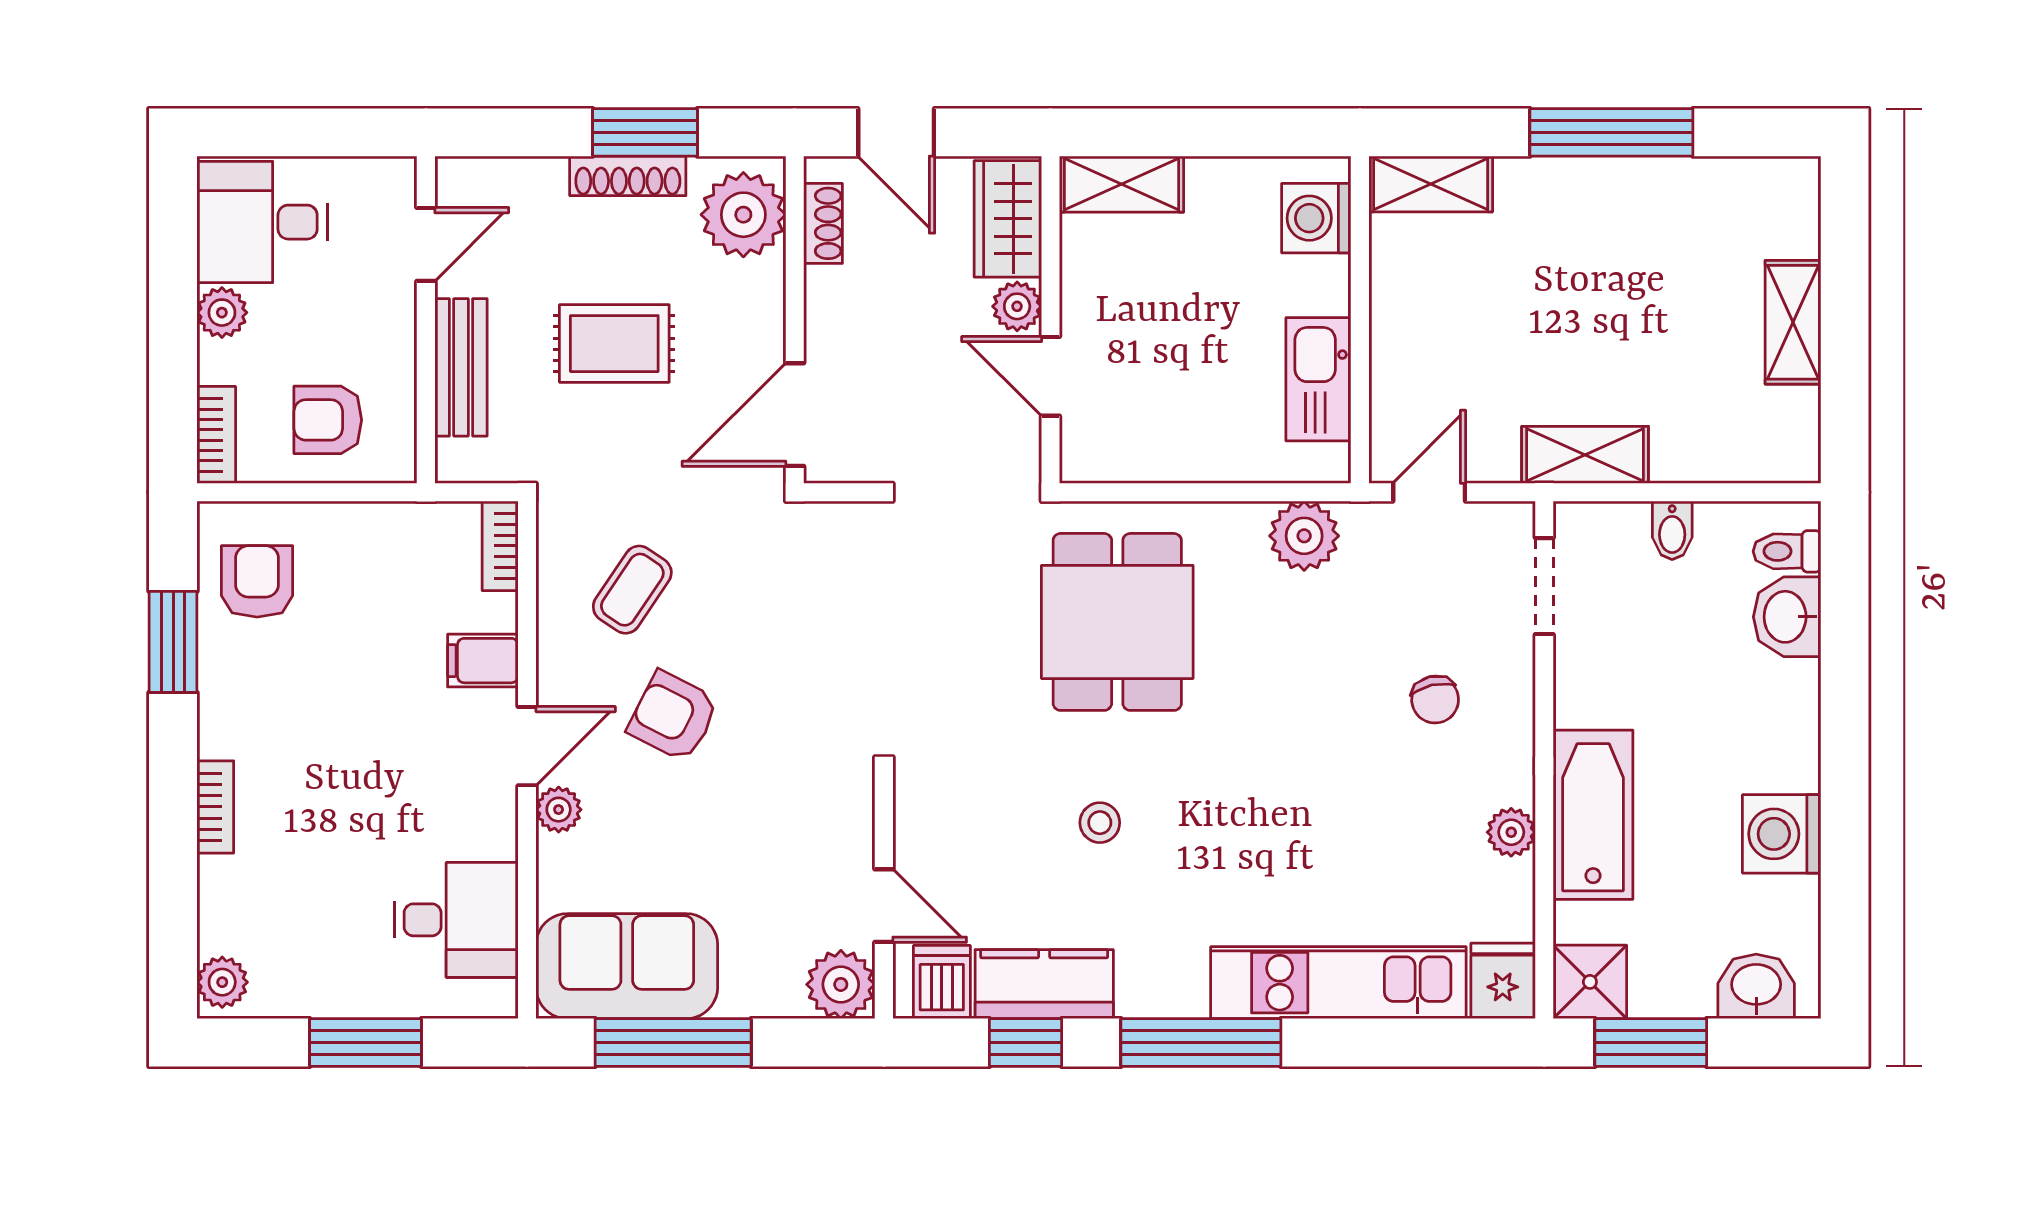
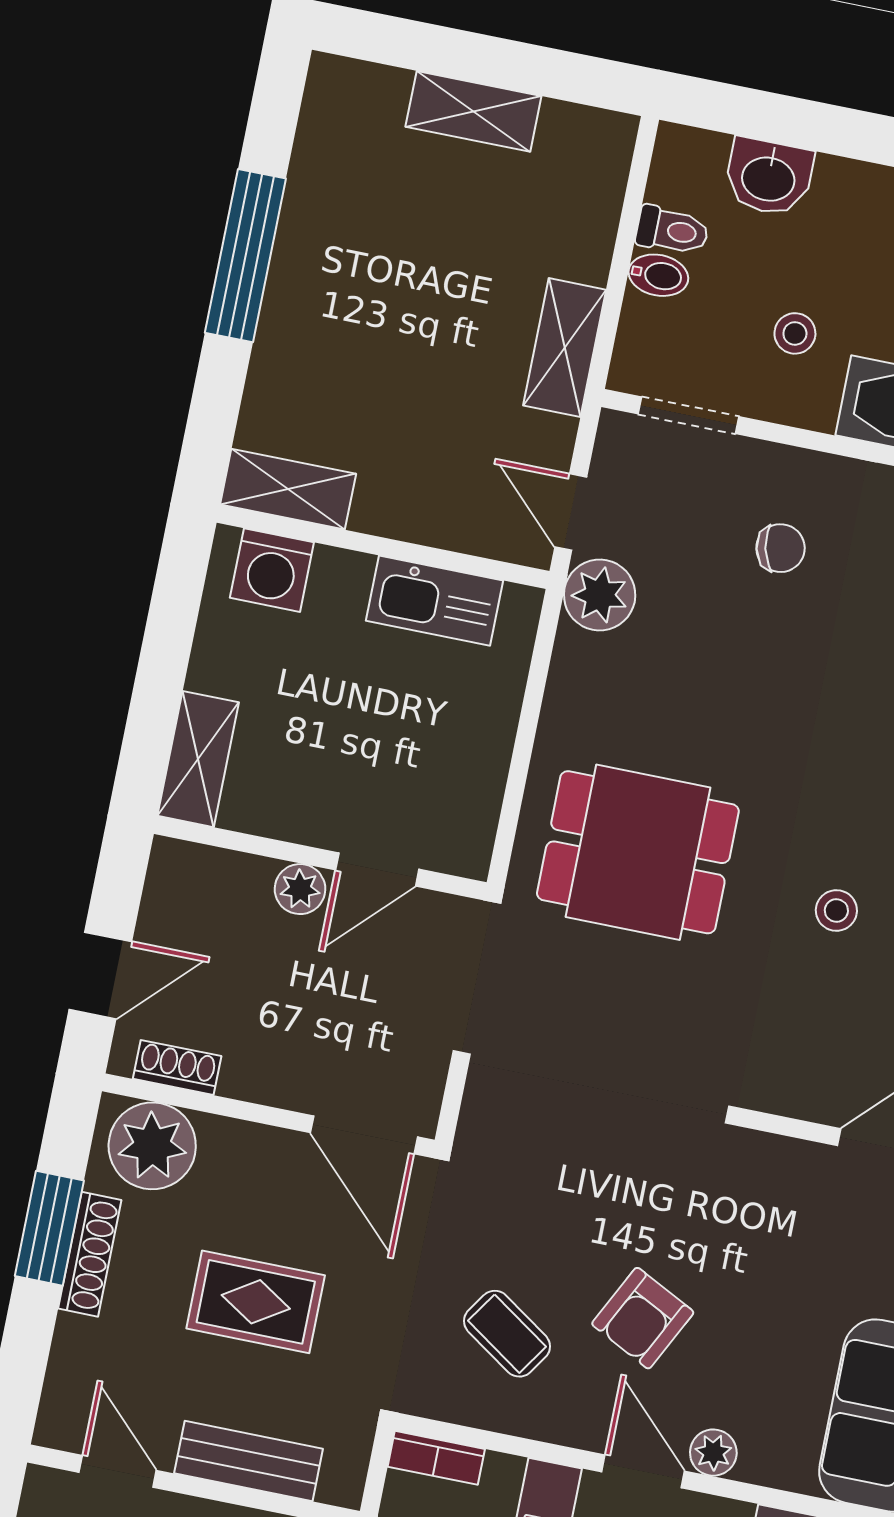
shelving: (1431, 184) -> (288, 489), moved, turned 90
wardrobe: (1008, 219) -> (210, 881), removed
rug: (614, 344) -> (256, 1302), turned 90
plant: (1304, 536) -> (600, 595), moved
toilet: (1787, 551) -> (672, 230), moved, turned -90
stool: (1643, 672) -> (795, 333), added

